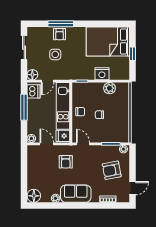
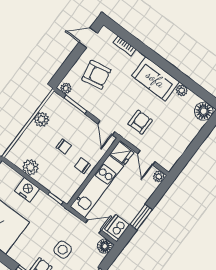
window: (24, 107) -> (141, 217), width x0.69
plant: (124, 121) -> (42, 119), added

